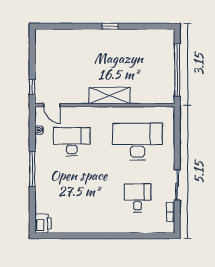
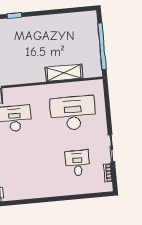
window: (110, 26) -> (14, 15), moved
shelving: (110, 96) -> (64, 73), moved

